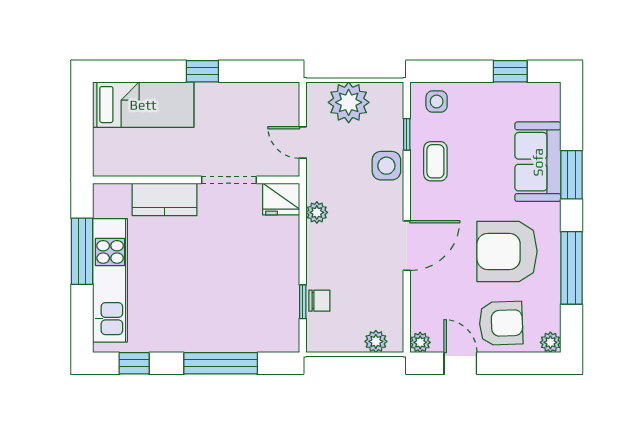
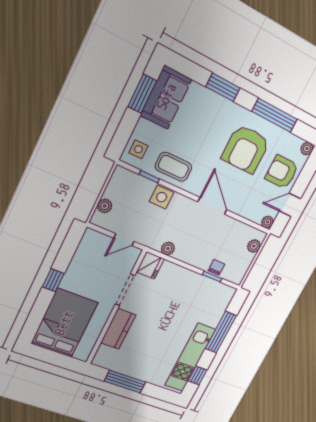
window: (510, 71) -> (142, 94), width x1.50
plant: (349, 102) -> (105, 206), width x0.53, depth x0.53
bed: (143, 105) -> (64, 323), width x1.50
coffee table: (435, 161) -> (173, 167), width x1.36, depth x1.30
sofa: (538, 162) -> (166, 97), moved, turned -90
kitchen unit: (110, 280) -> (190, 357), moved, turned -90
armchair: (501, 323) -> (282, 172), turned -88

